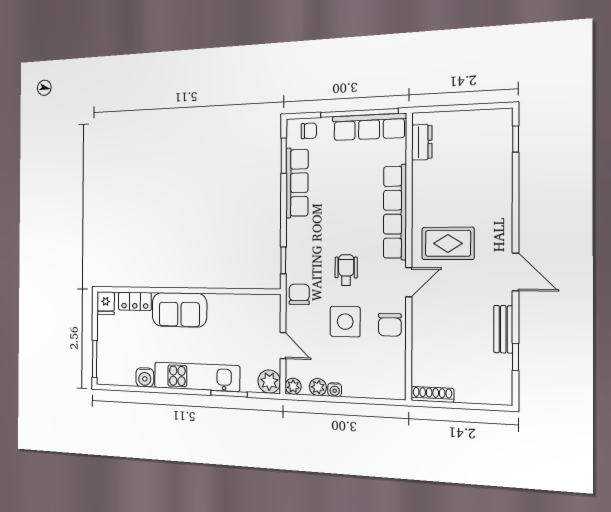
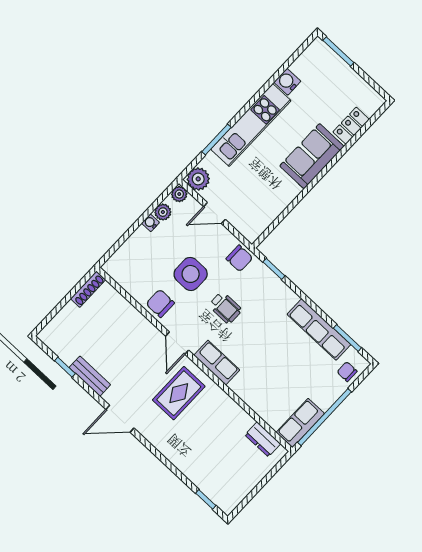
row of seats: (369, 127) -> (300, 423), width x0.68
chair: (309, 131) -> (347, 372), turned 90
row of seats: (395, 212) -> (217, 363), width x0.50
fridge: (106, 303) -> (372, 100), removed

